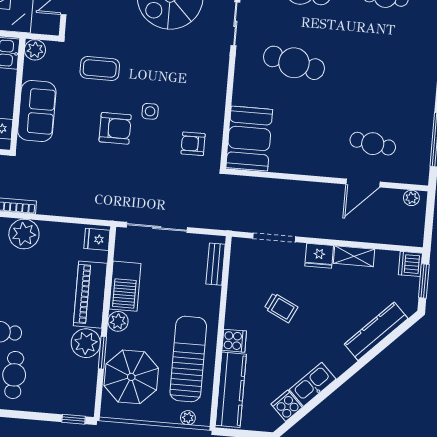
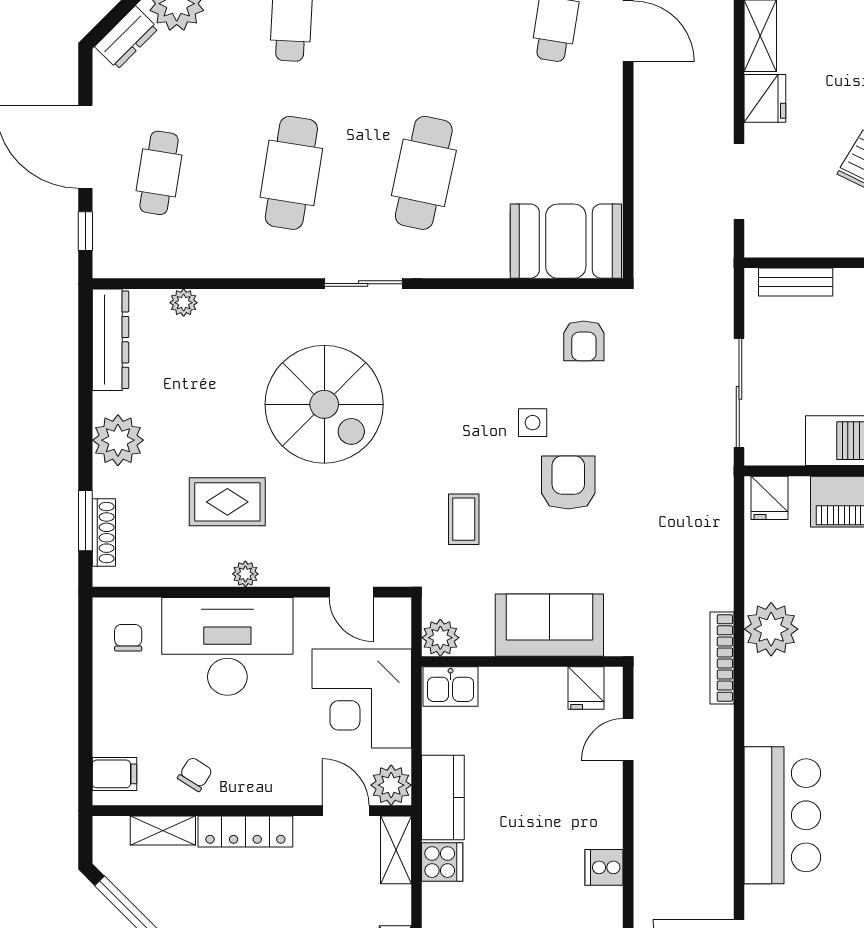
coffee table: (100, 69) -> (464, 519), width x0.73, depth x0.77

